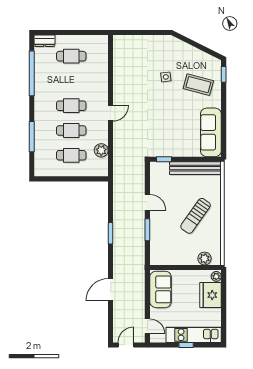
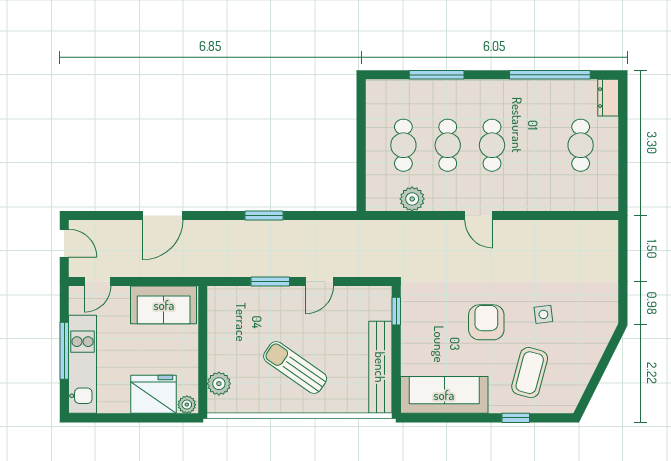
window: (224, 74) -> (516, 418), moved
armchair: (170, 109) -> (486, 322), added
door: (111, 290) -> (163, 216), swing flipped
window: (186, 345) -> (64, 351), width x2.17

